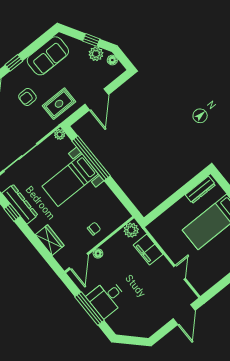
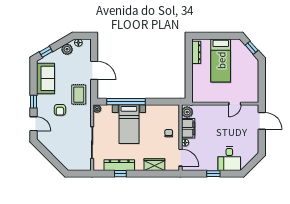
window: (91, 40) -> (46, 52), moved
filing cabinet: (148, 250) -> (188, 128), moved, turned -90
door: (180, 272) -> (235, 104), swing flipped
desk: (107, 298) -> (229, 159), moved
window: (89, 308) -> (213, 174), width x0.46

